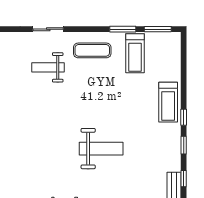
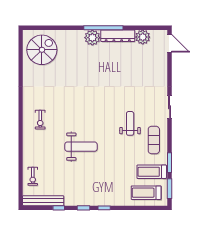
weight bench: (48, 67) -> (130, 123), moved
treadmill: (168, 102) -> (146, 193), moved
weight bench: (101, 149) -> (81, 147), turned -90

